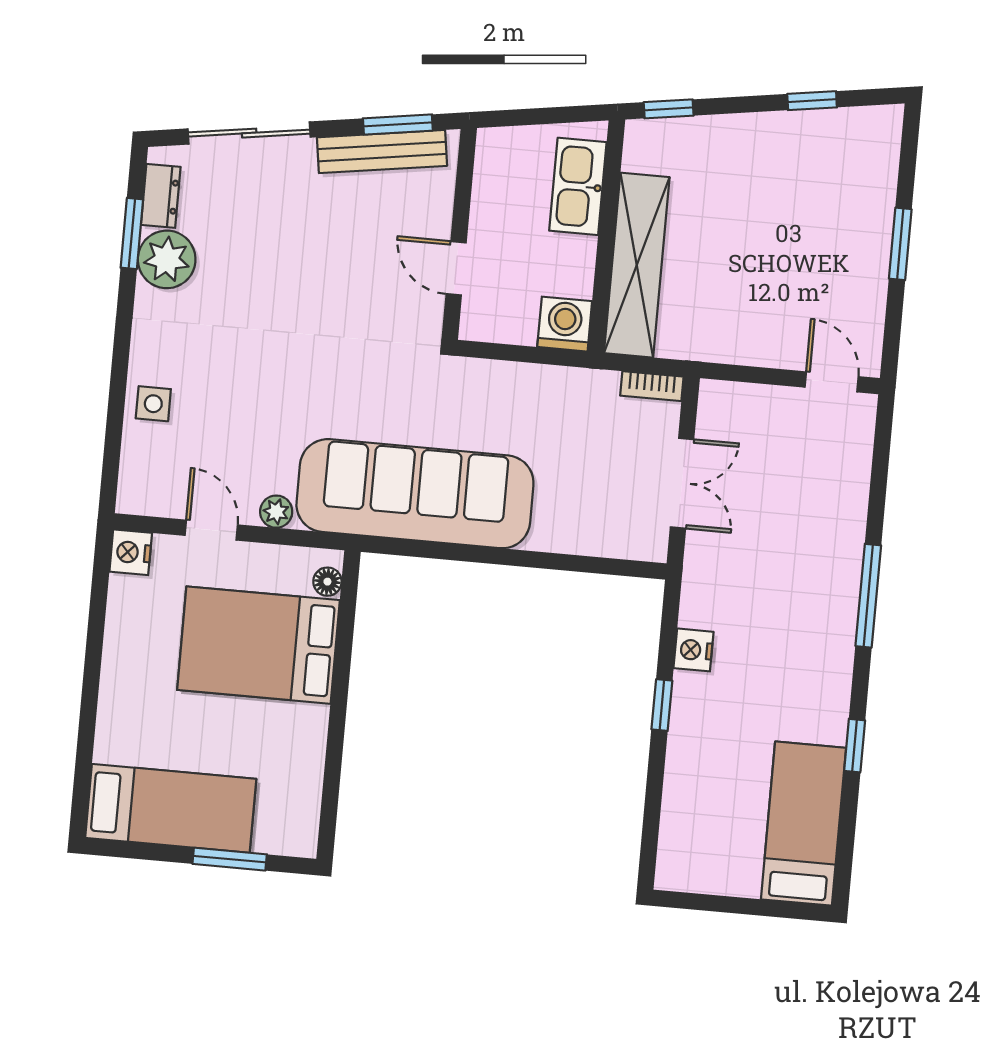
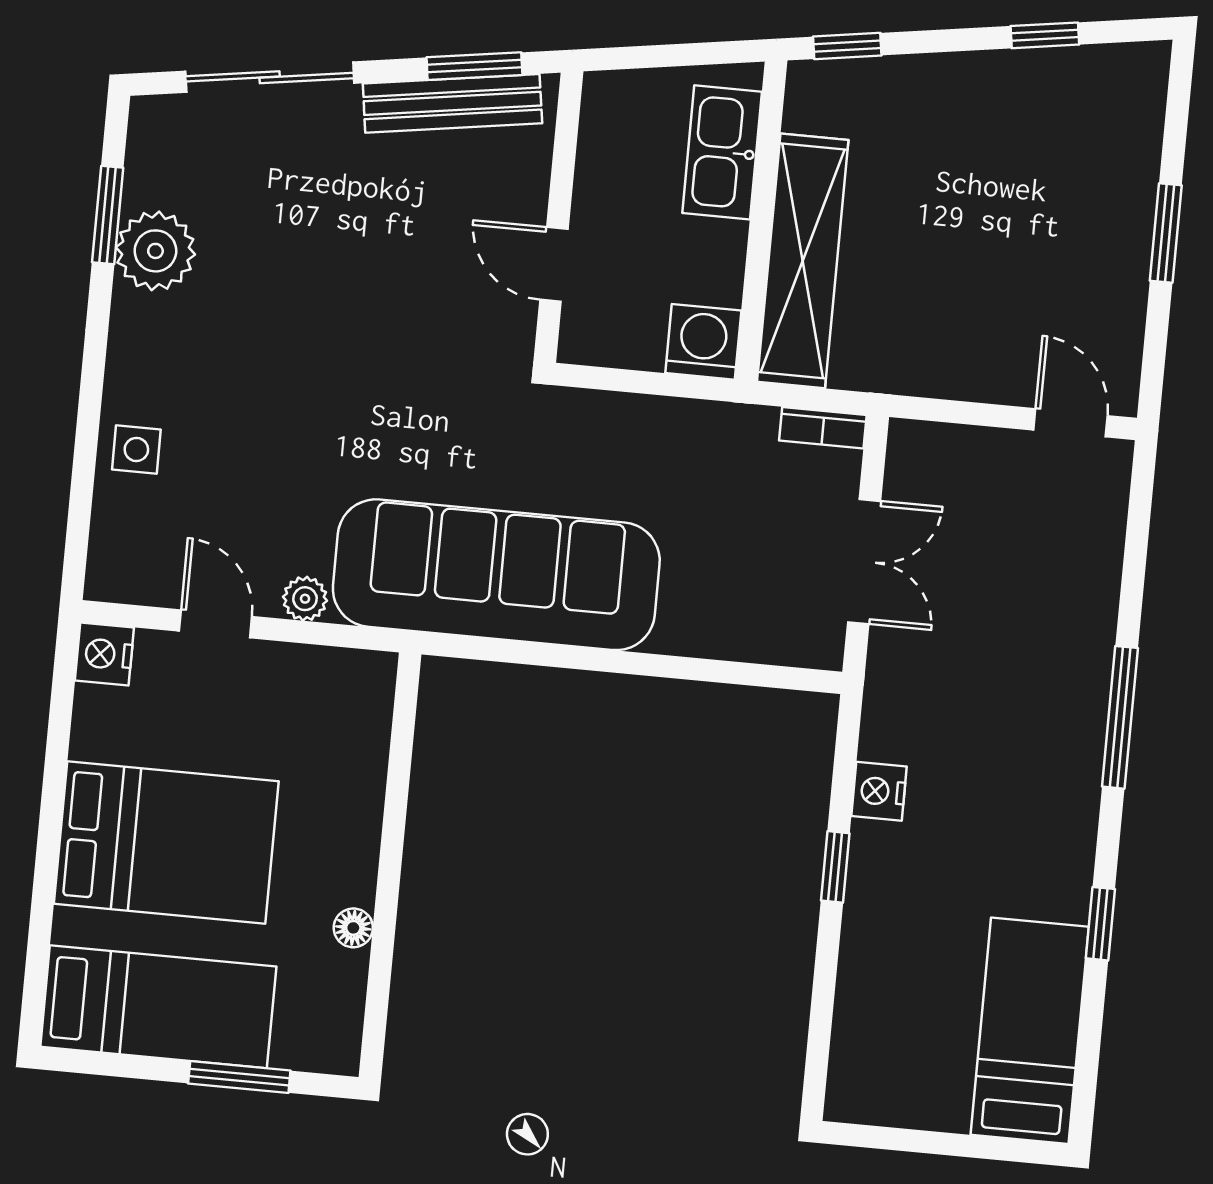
dresser: (161, 196) -> (148, 163), removed
floor lamp: (327, 582) -> (353, 928), moved
bed: (258, 645) -> (166, 843), moved, turned 180

